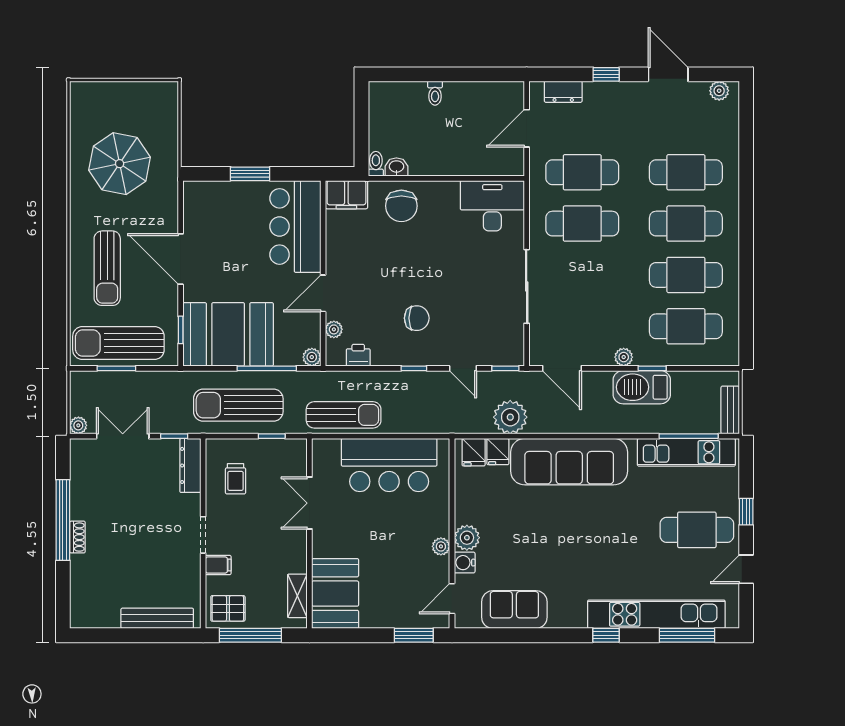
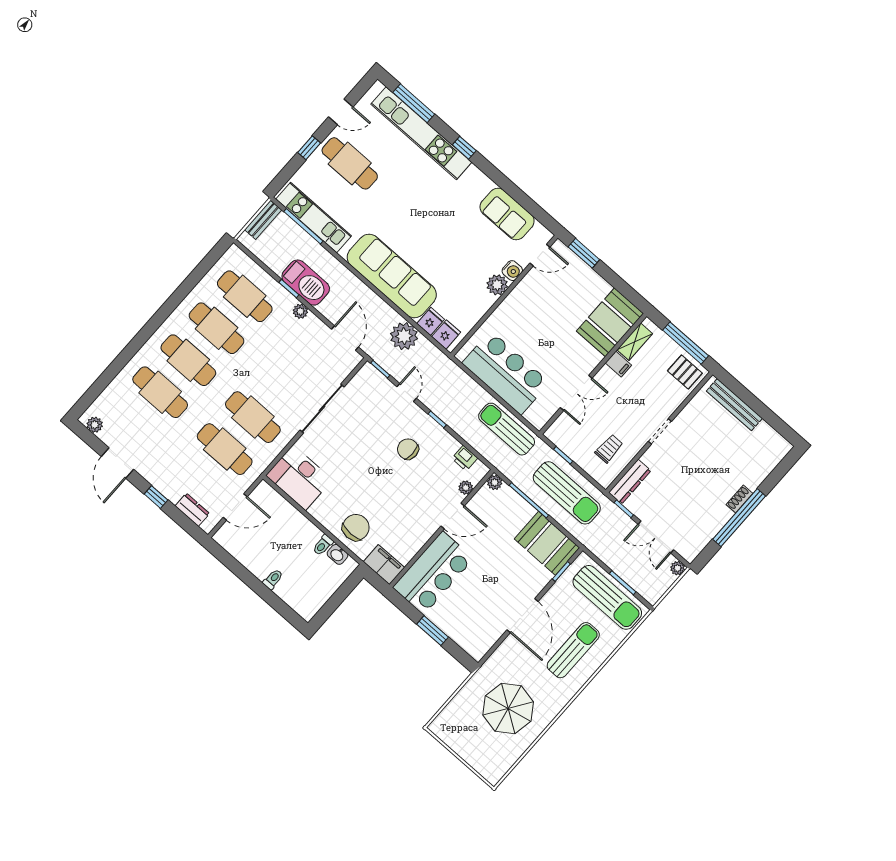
toilet: (376, 164) -> (323, 545), moved
booth: (228, 334) -> (547, 543), width x0.73, depth x0.70
plant: (441, 546) -> (518, 294), removed
filing cabinet: (218, 565) -> (618, 364), moved, turned 180

